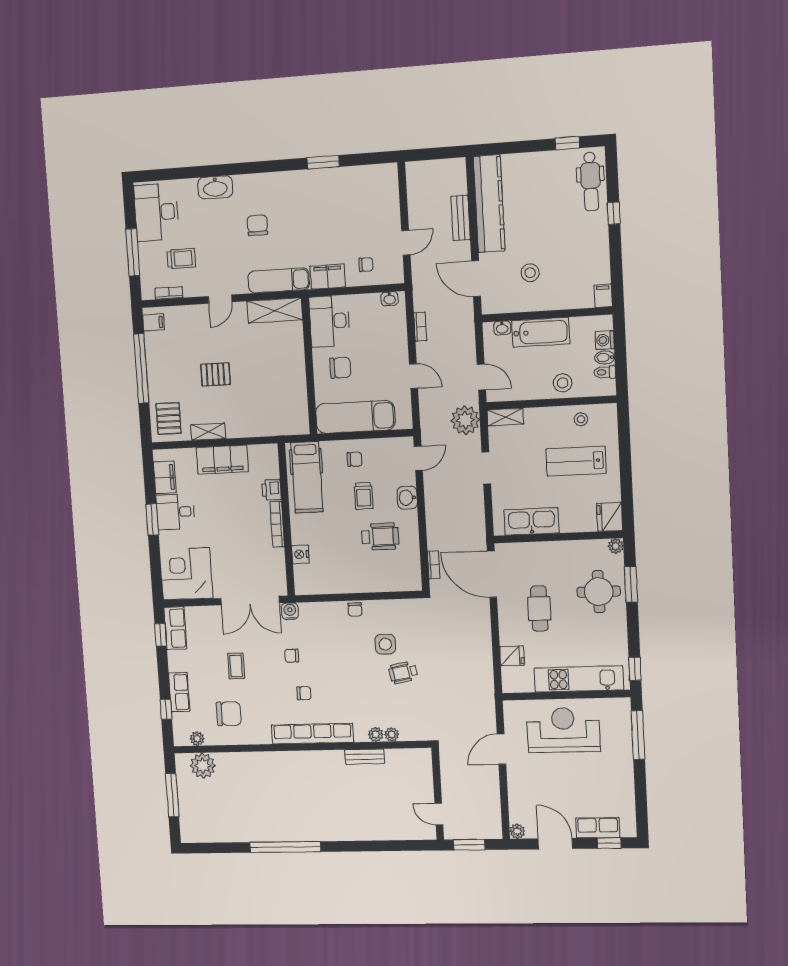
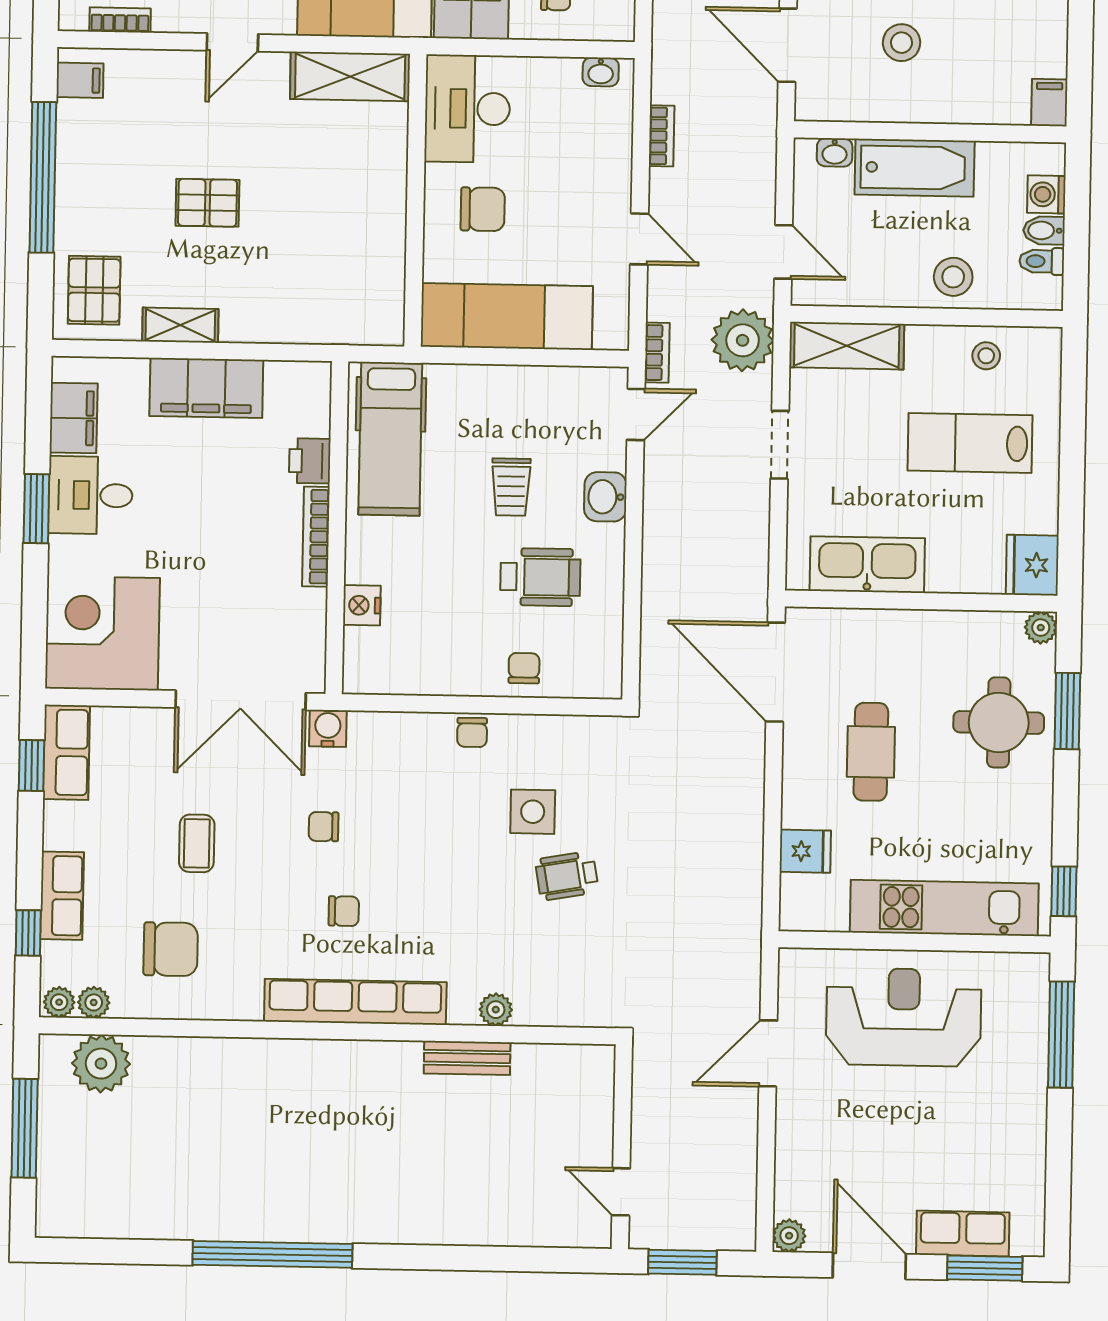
shelving: (505, 417) -> (847, 346), width x1.50, depth x1.33
chair: (355, 459) -> (524, 668), moved, turned -90
bookcase: (434, 565) -> (657, 353), moved
plant: (392, 735) -> (59, 1002), moved
window: (609, 843) -> (985, 1268), width x1.50

